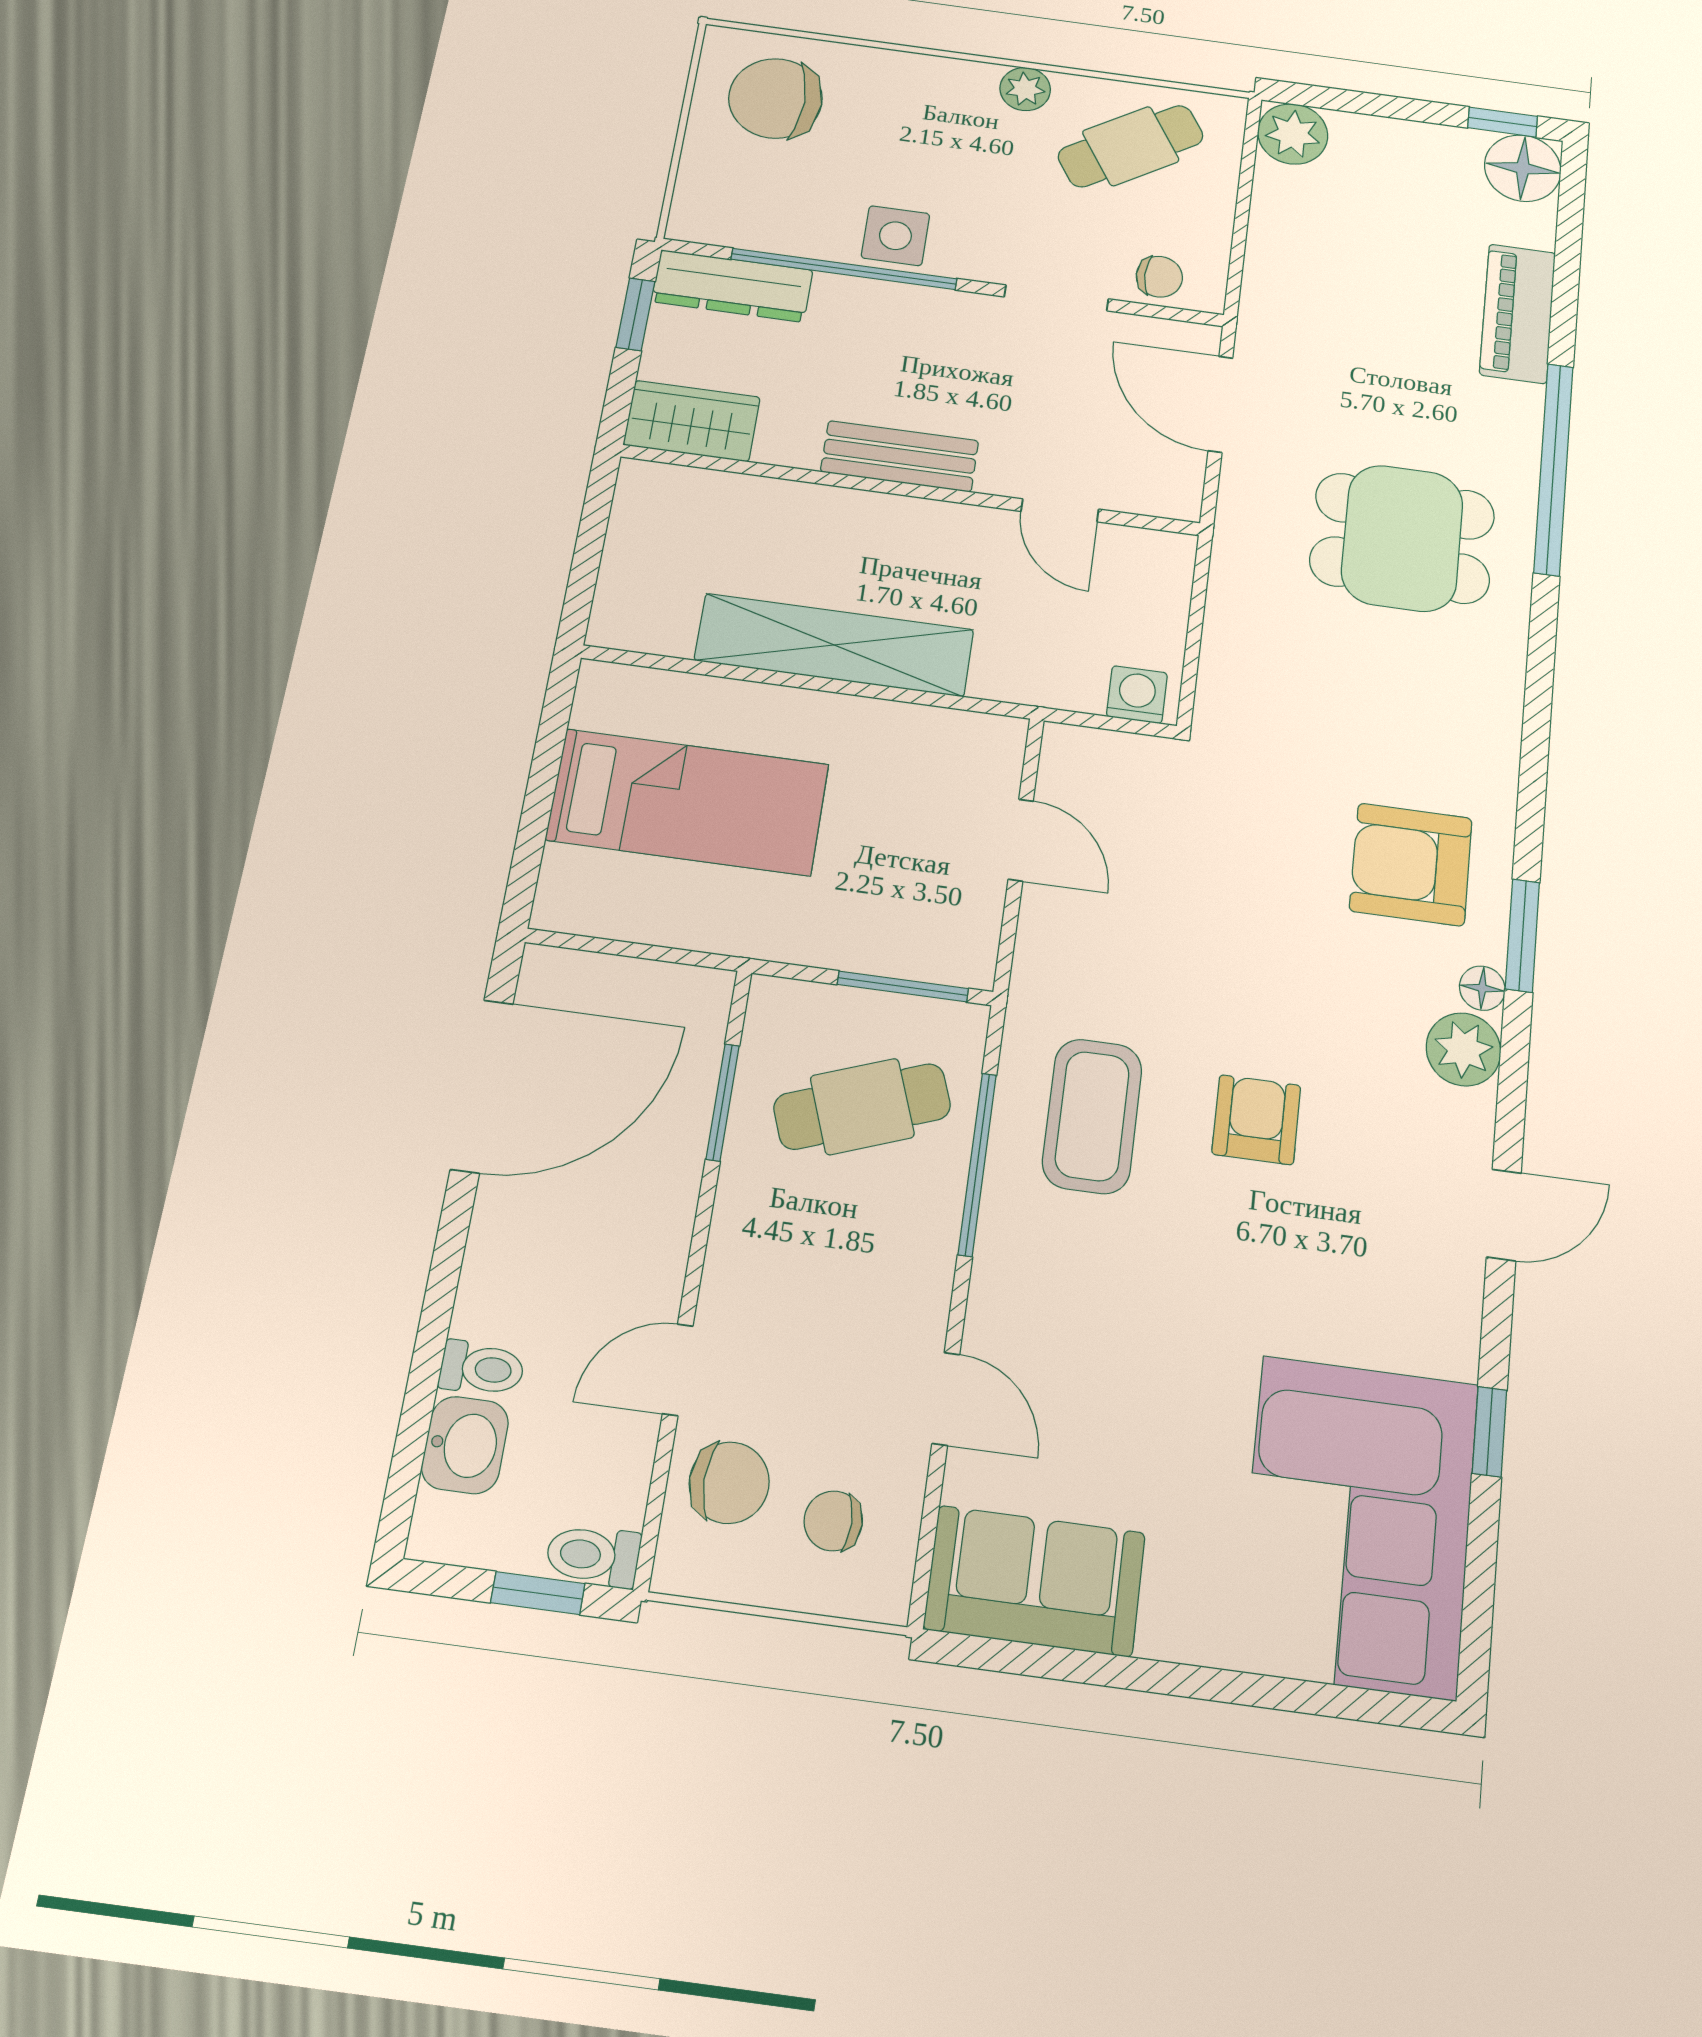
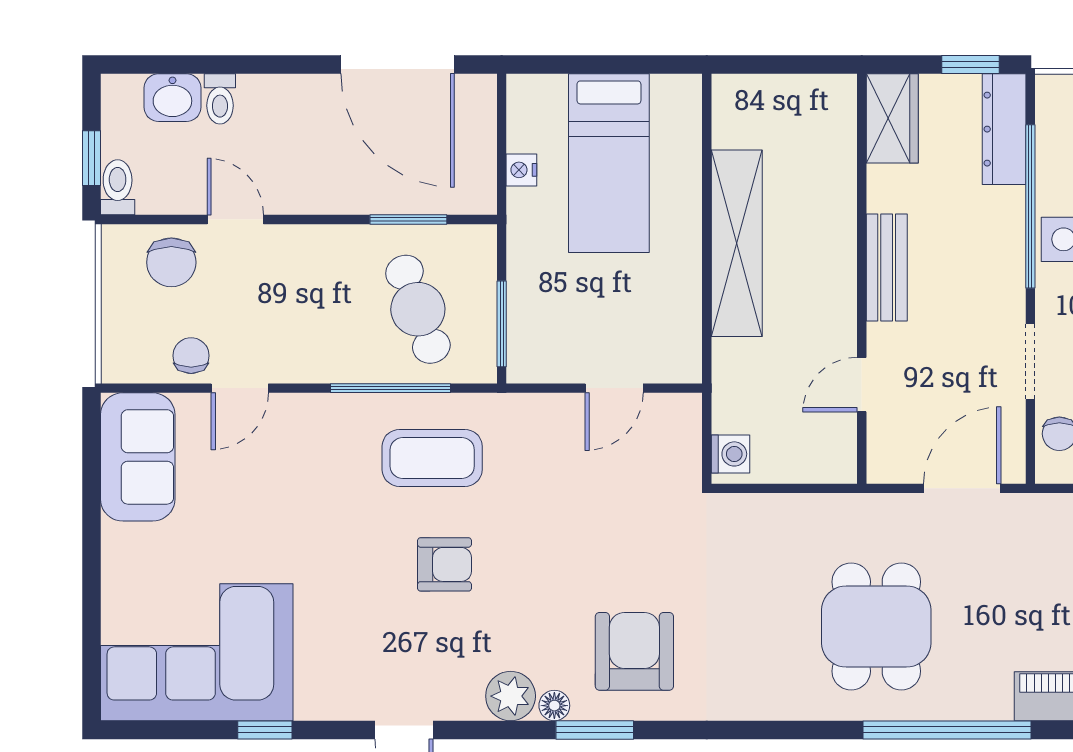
nightstand: (676, 927) -> (521, 170), added
chair: (833, 1521) -> (191, 356), moved

